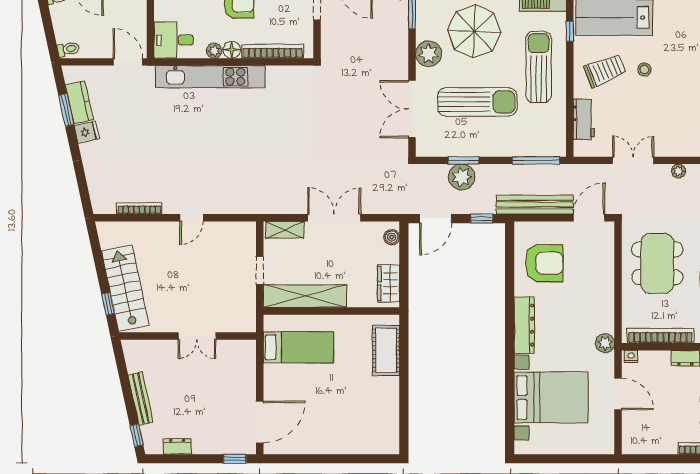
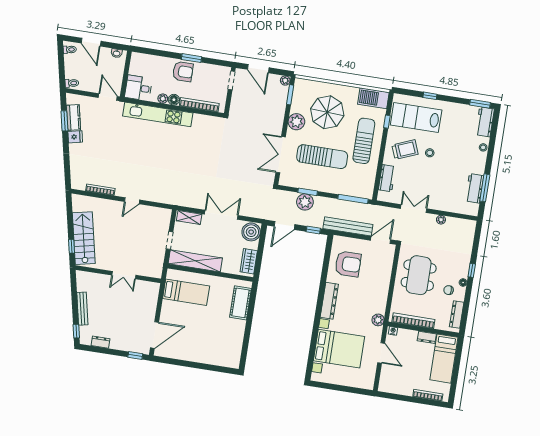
boiler: (392, 237) -> (251, 232), width x1.86, depth x1.86

